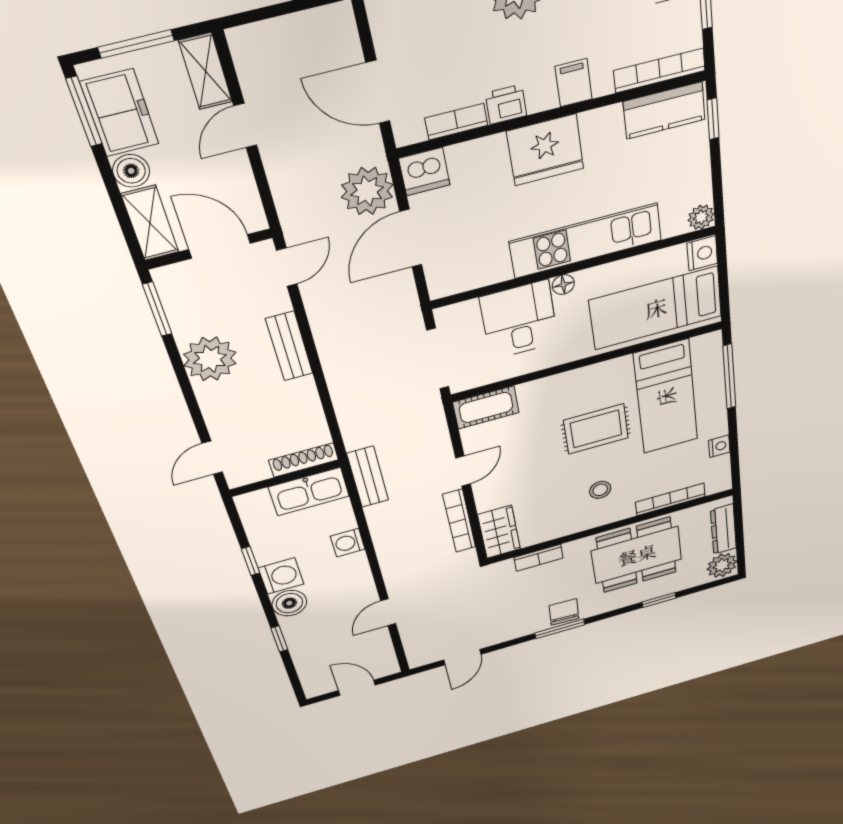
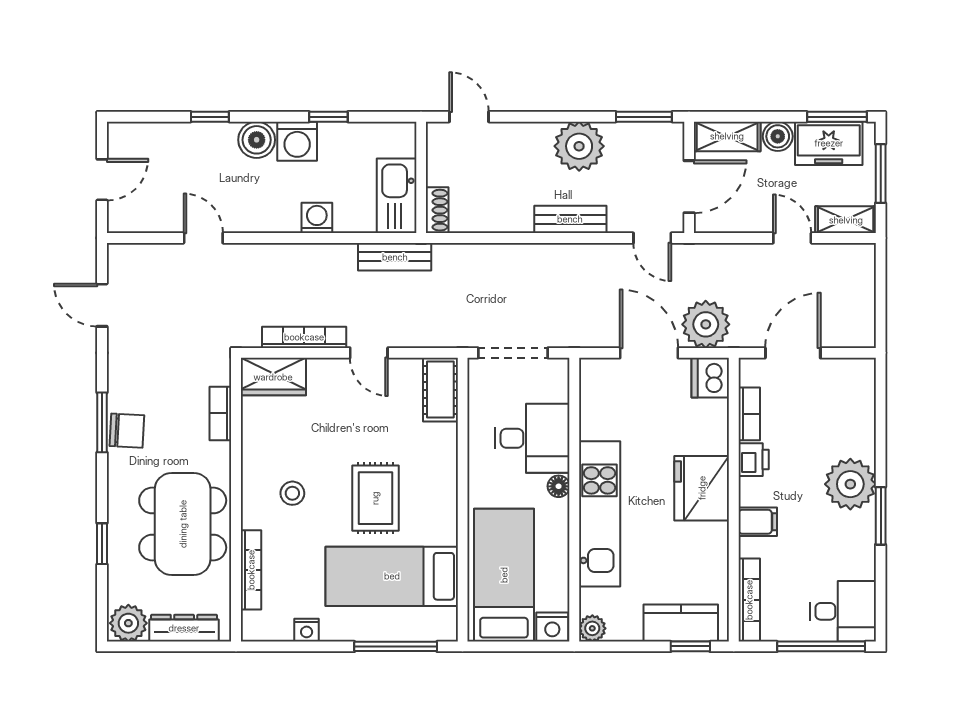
kitchen counter: (664, 111) -> (681, 623), moved, turned 90
shoe rack: (304, 460) -> (437, 210), width x0.70

